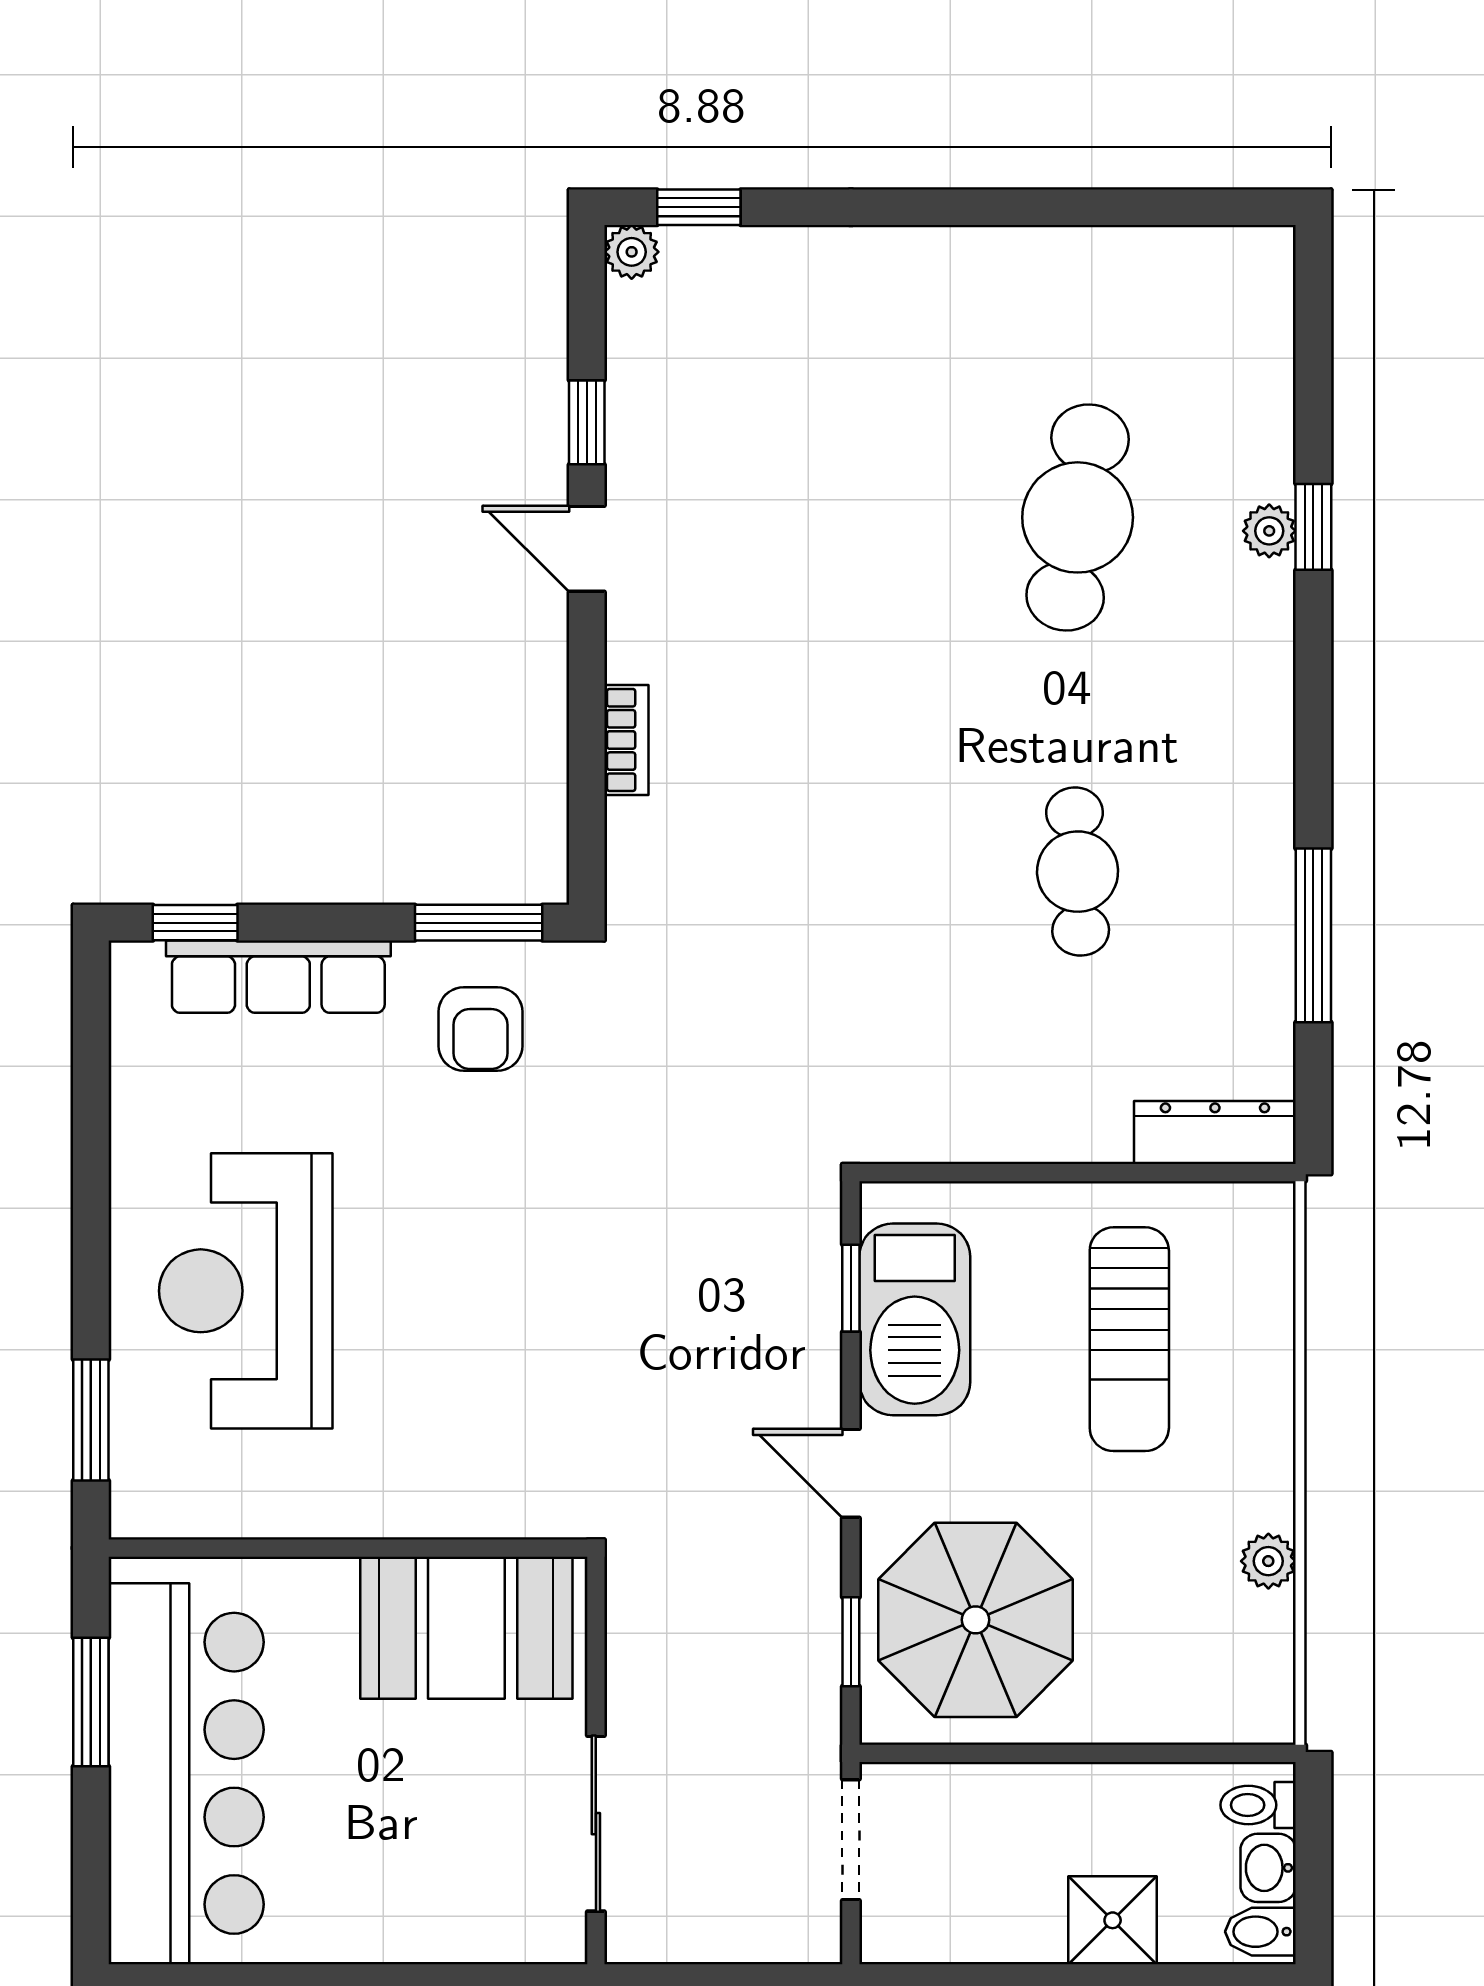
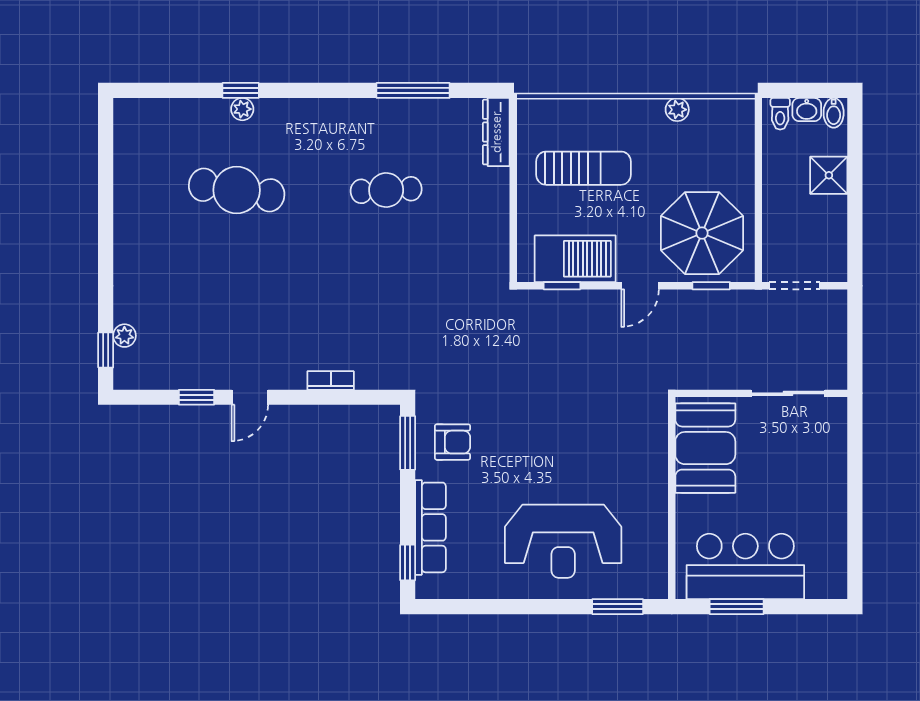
plant: (632, 252) -> (124, 336), moved
bar counter: (186, 1773) -> (745, 566), width x0.73

